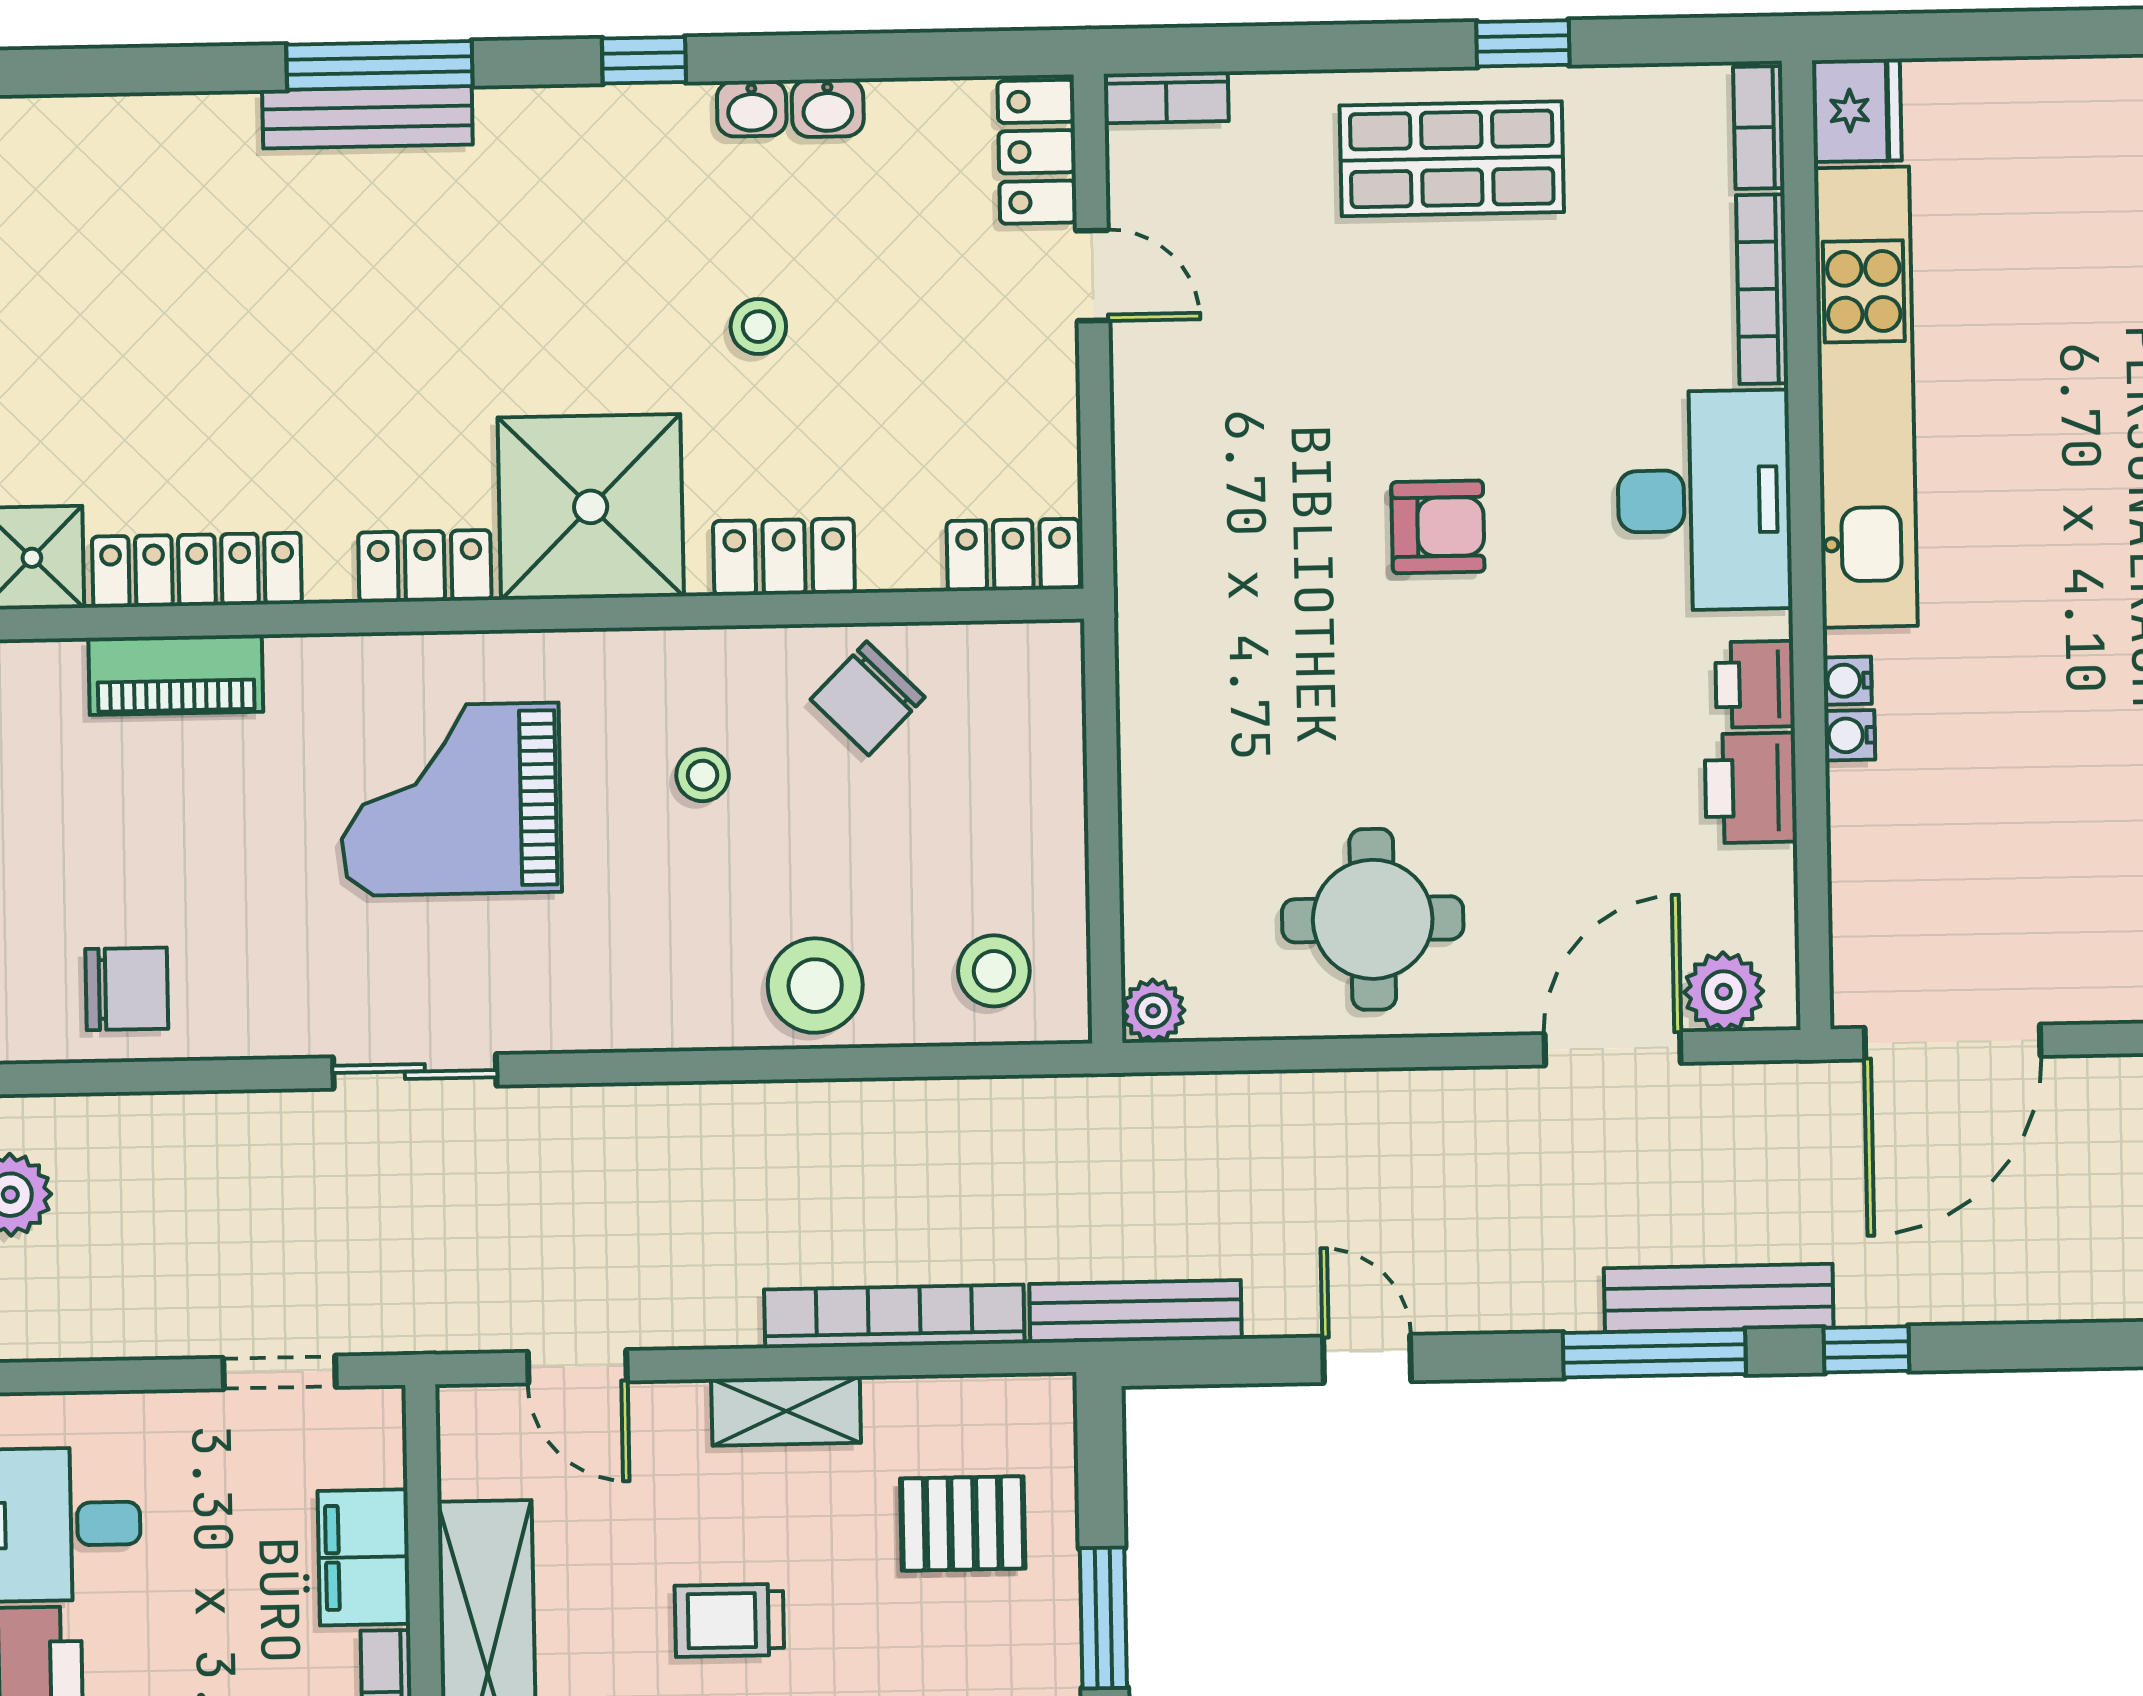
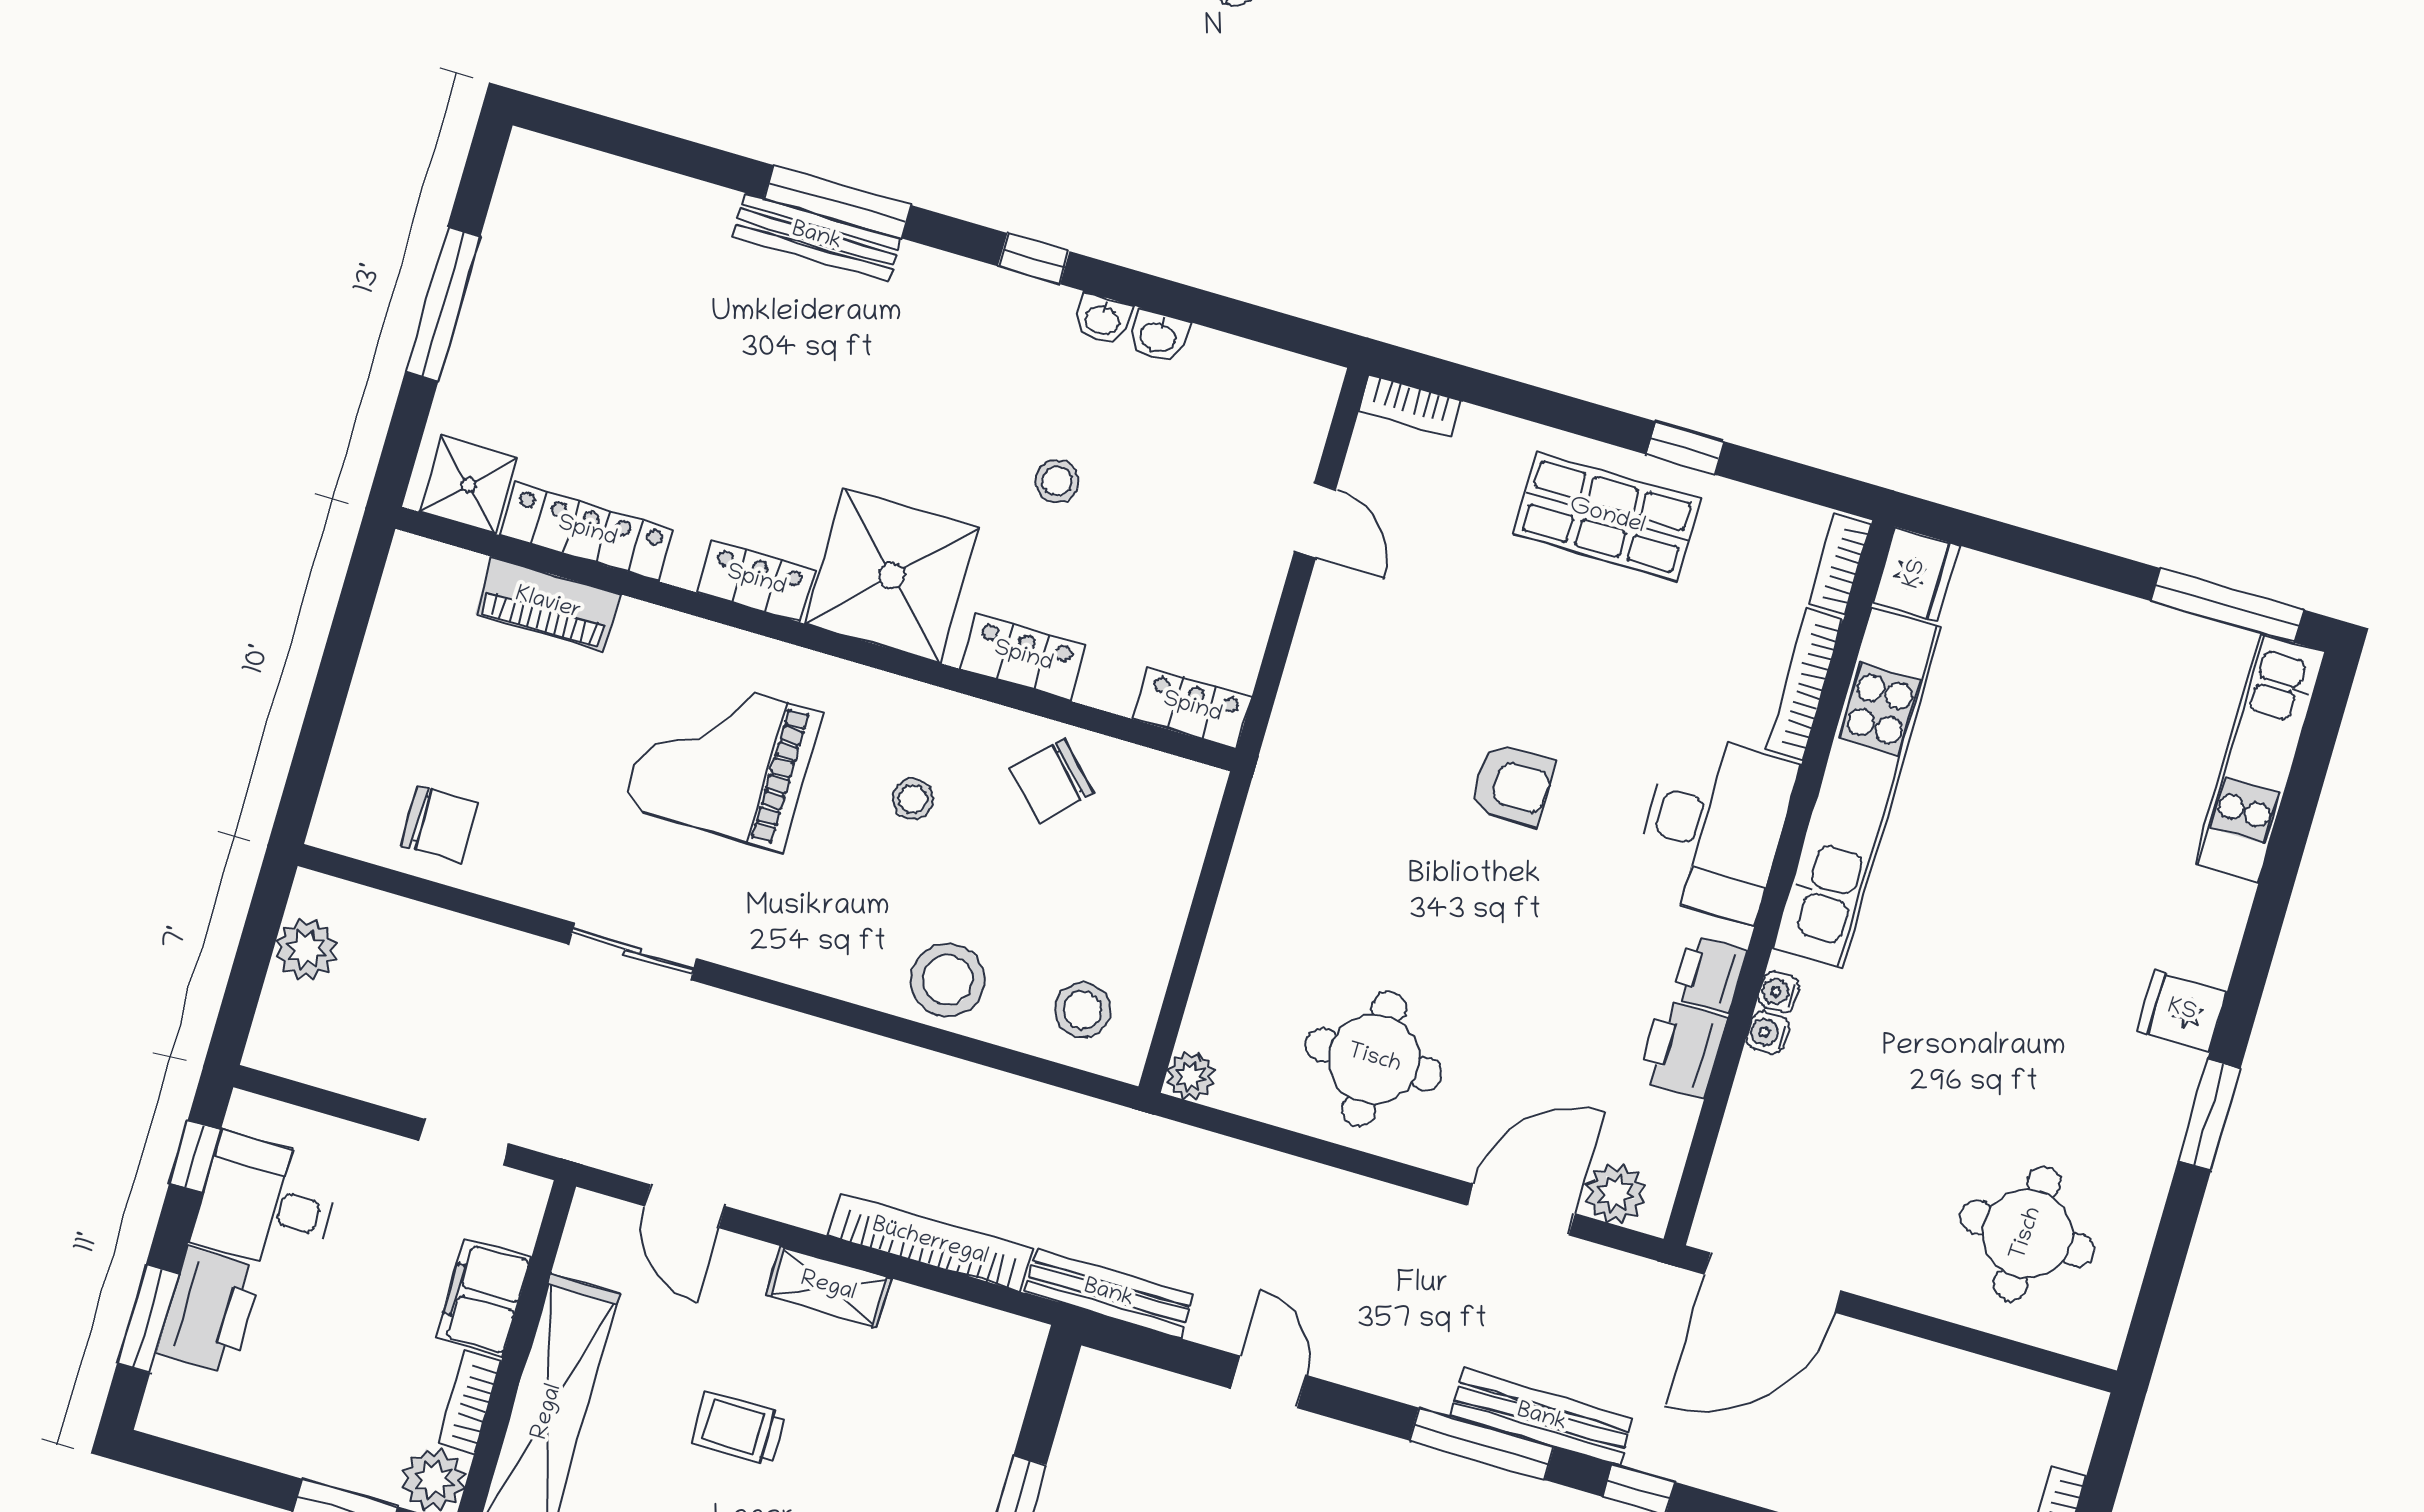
locker: (1037, 152) -> (1302, 416), removed
pallet: (963, 1524) -> (933, 1410), removed

